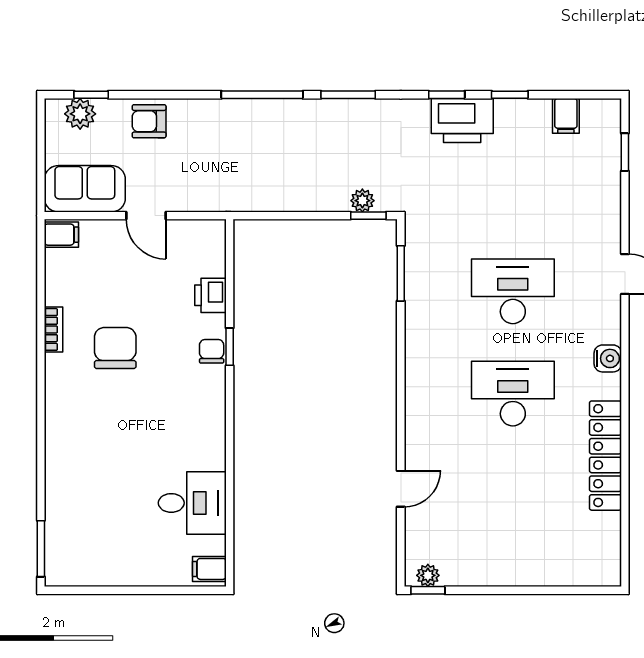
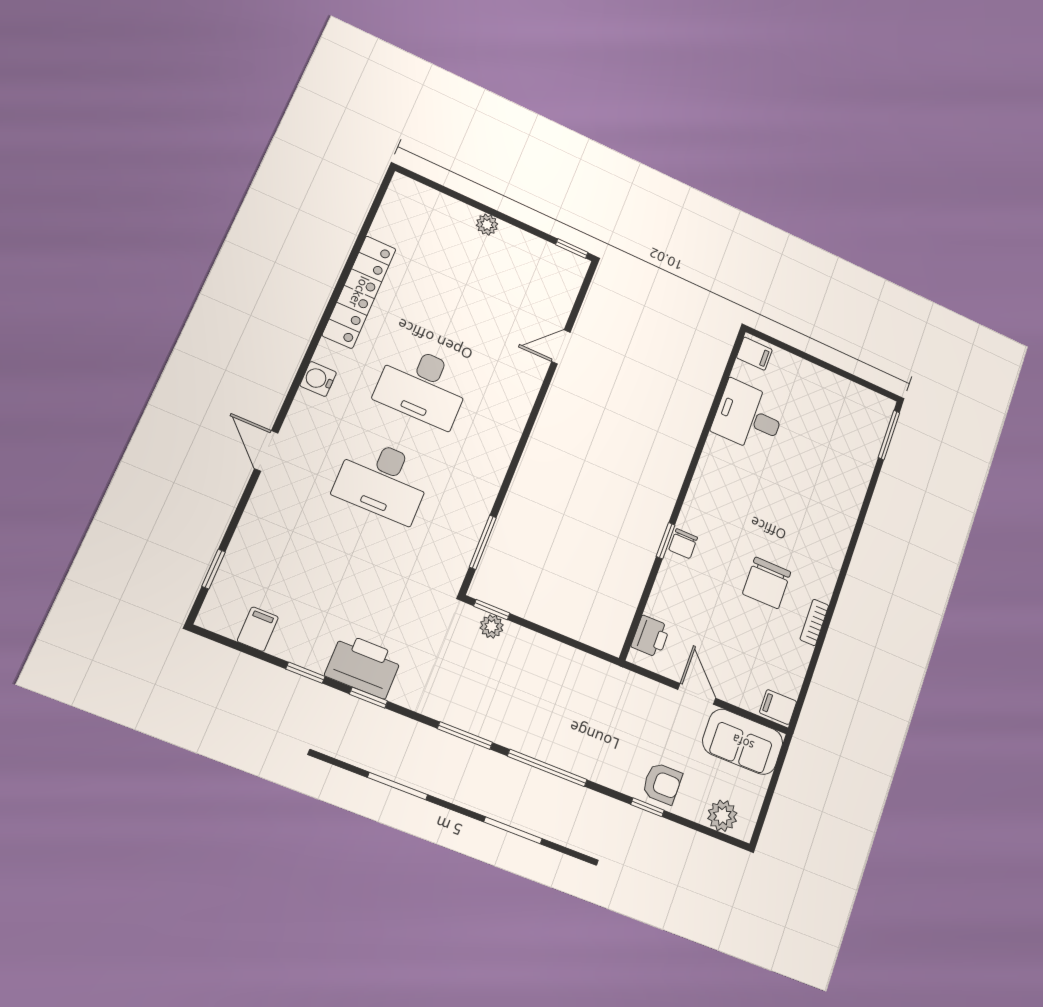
window: (91, 95) -> (647, 807), moved
printer: (210, 295) -> (651, 636), moved
plant: (428, 575) -> (487, 225), moved

